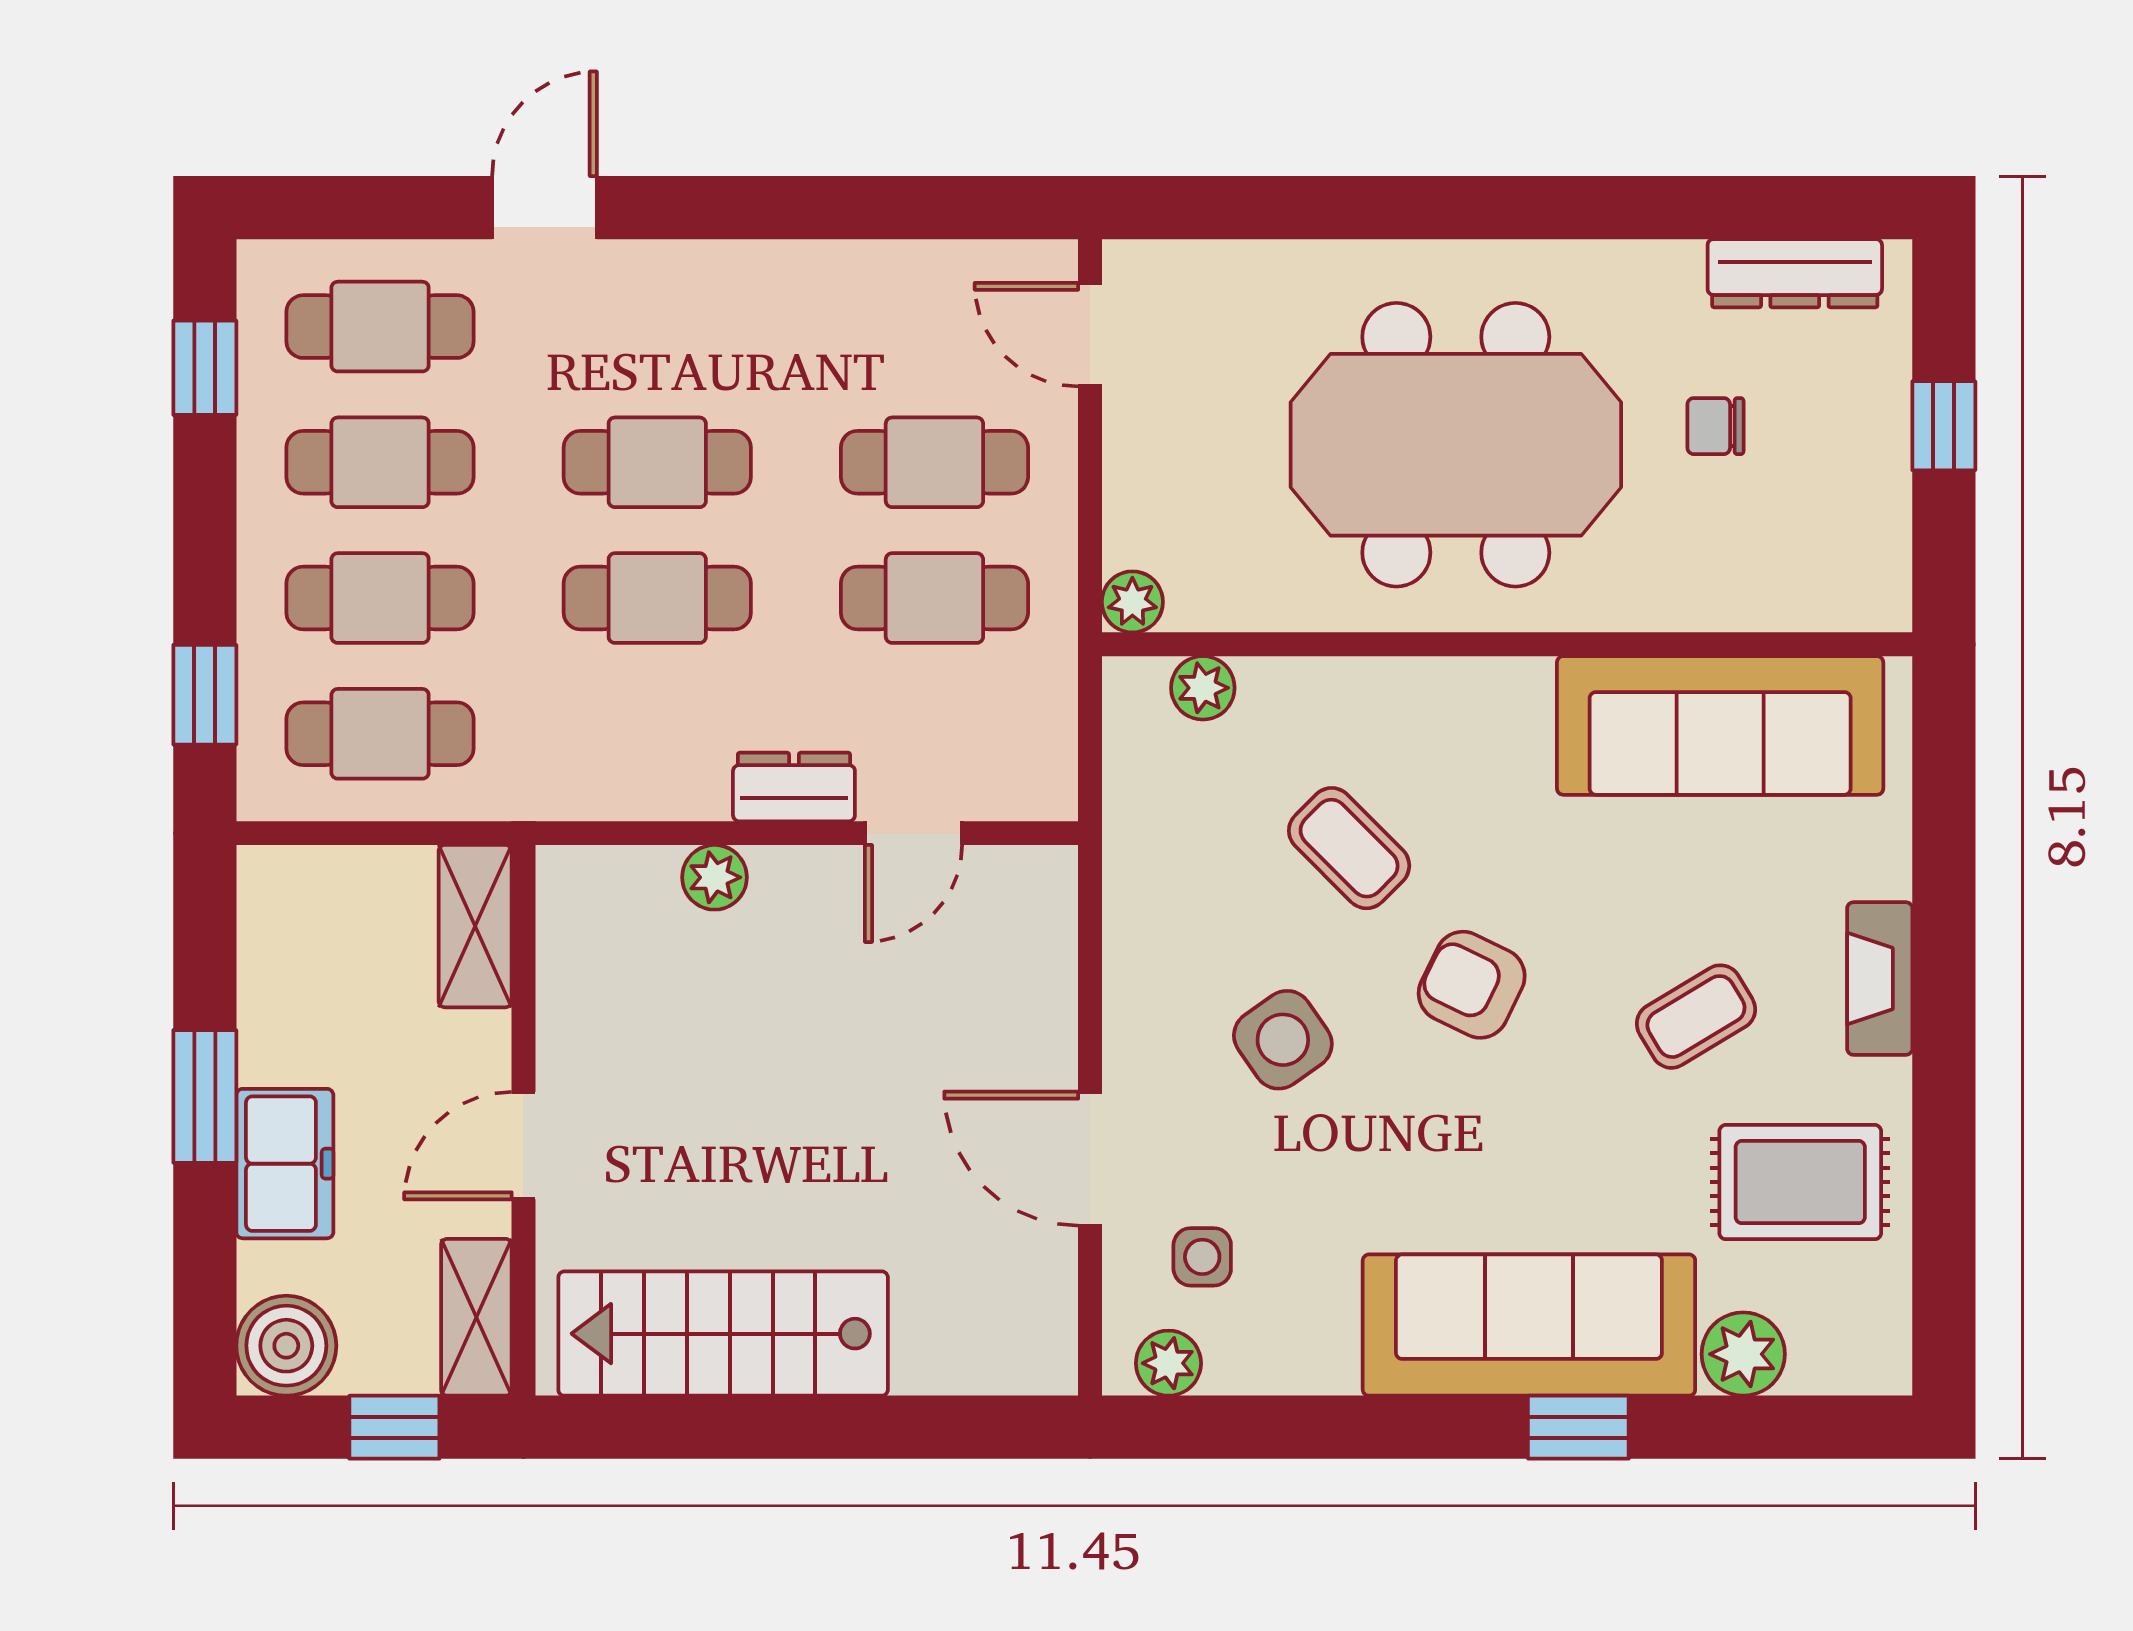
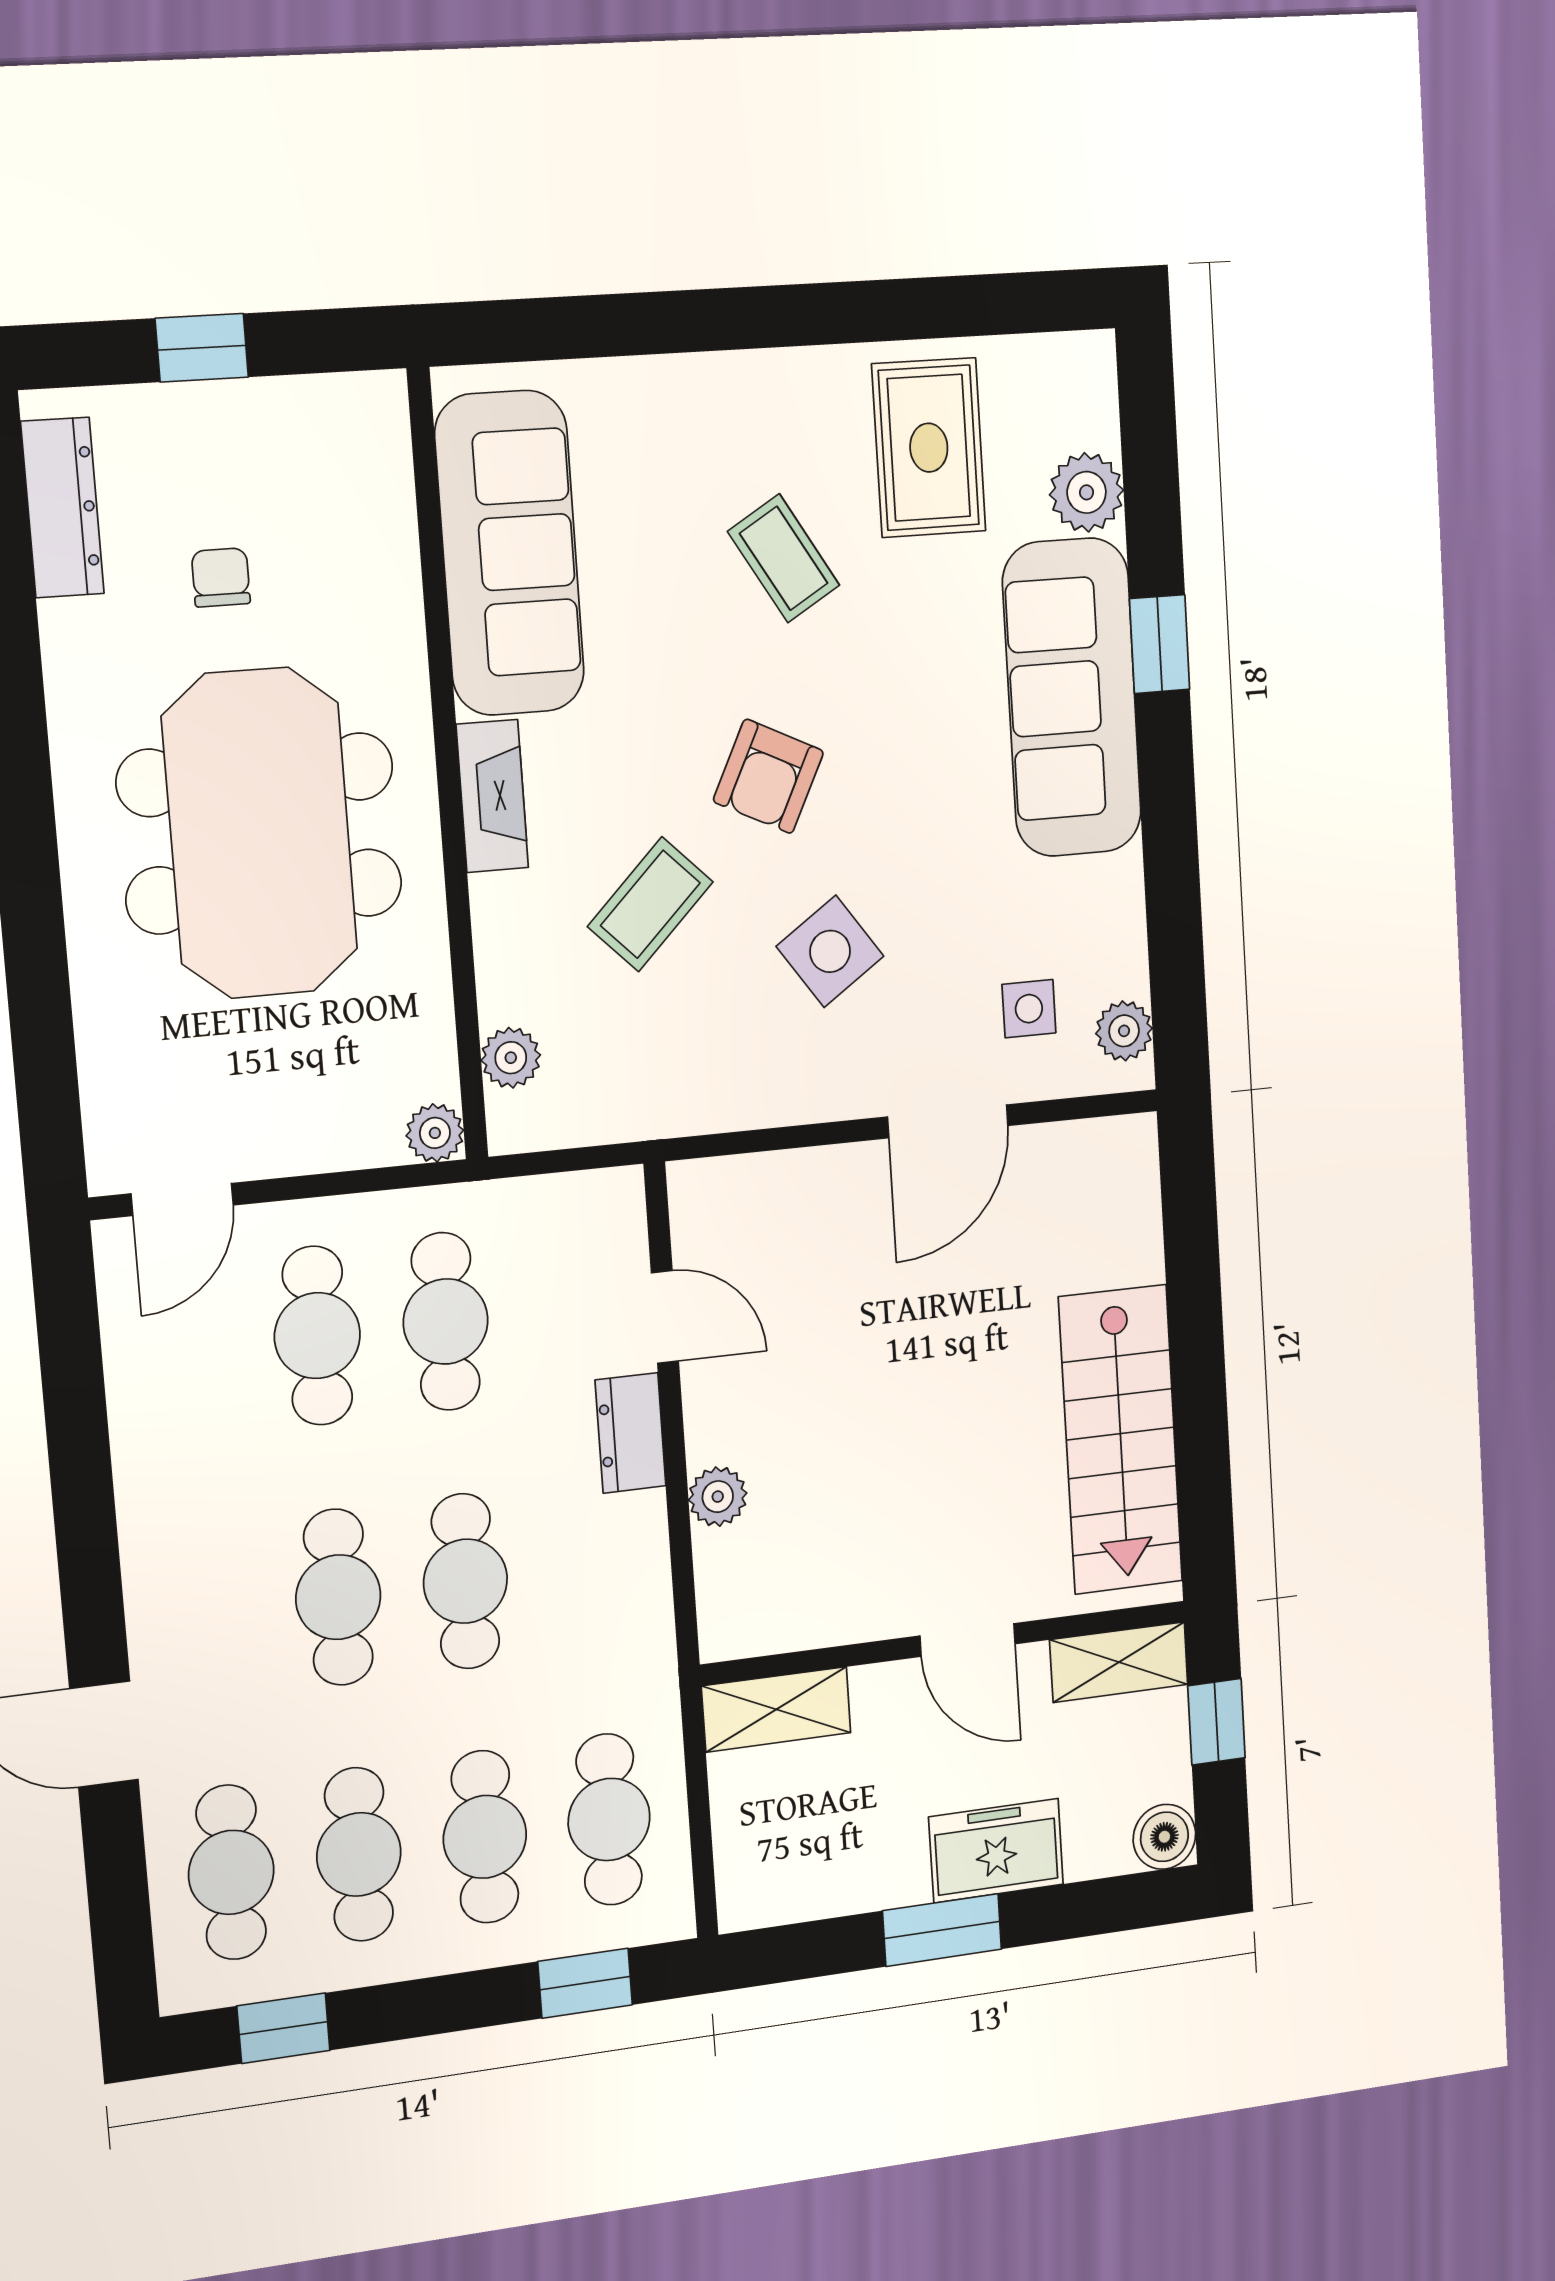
chair: (1715, 426) -> (221, 577), turned 180
fireplace: (1880, 979) -> (492, 796), moved, turned -90
boiler: (286, 1346) -> (1164, 1837), width x0.73, depth x0.73

